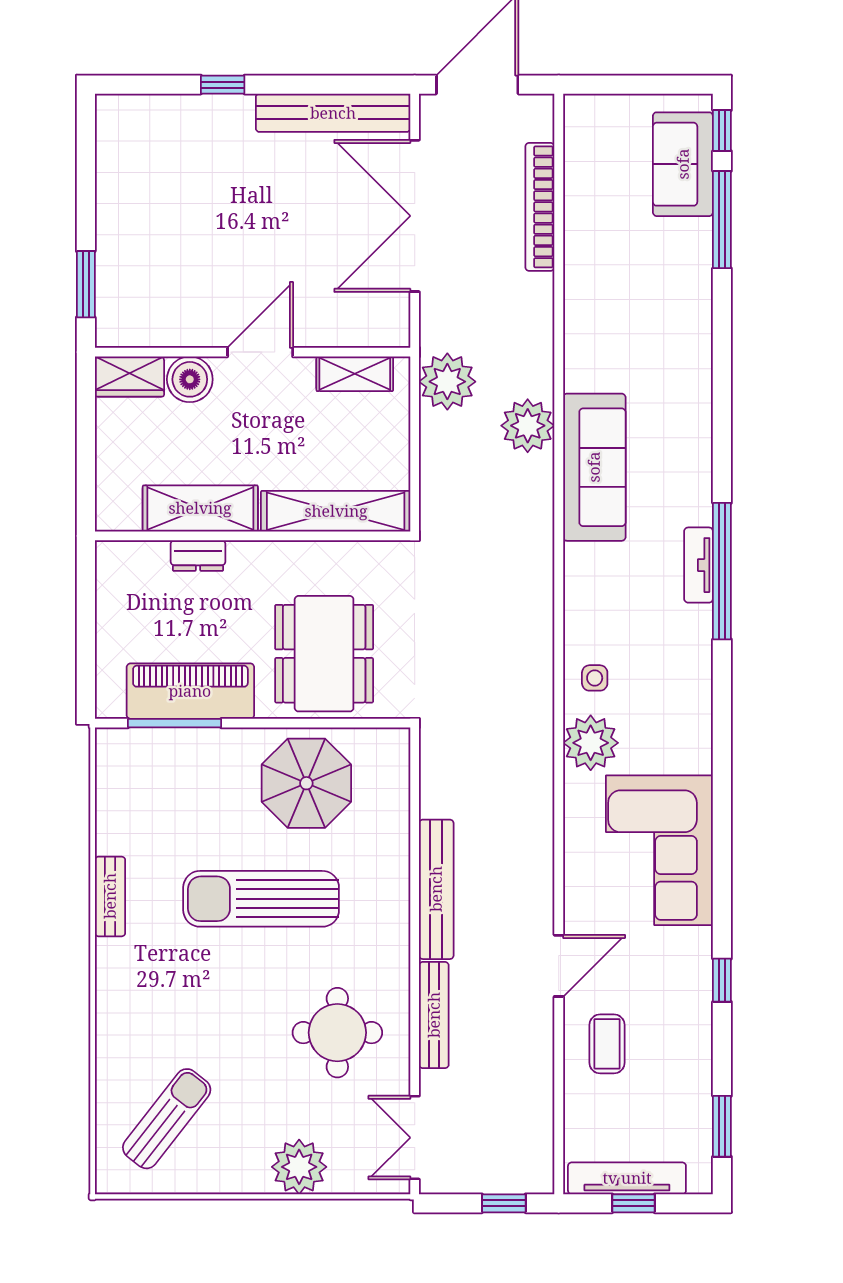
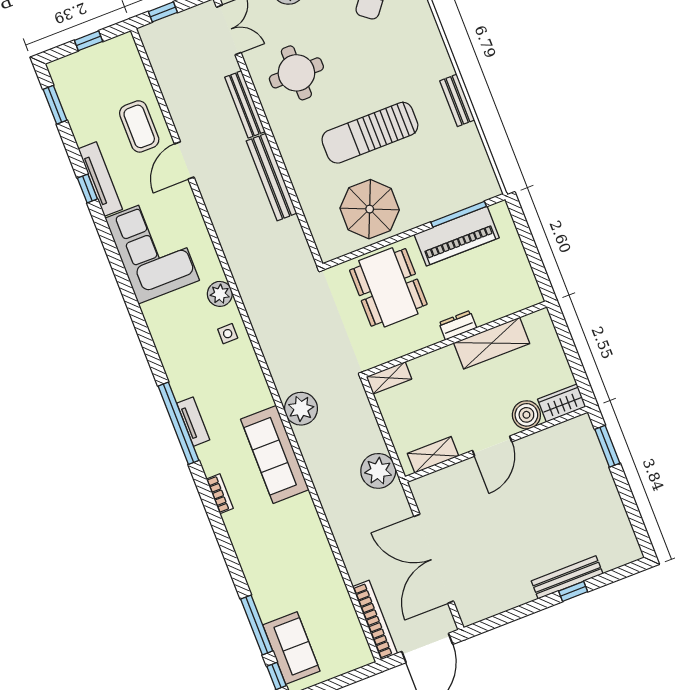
bench: (333, 113) -> (567, 577), moved, width x0.73, depth x0.82
bookcase: (540, 207) -> (375, 620), moved
double door: (415, 216) -> (434, 559), swing flipped
plant: (528, 426) -> (301, 409), moved
bookcase: (701, 440) -> (220, 494), added
shelving: (336, 511) -> (389, 378), width x0.45, depth x0.75
dresser: (198, 556) -> (458, 325), moved
plant: (591, 743) -> (220, 294), width x0.73, depth x0.73
sun lounger: (261, 899) -> (370, 133), turned 180
coffee table: (607, 1044) -> (139, 126), width x1.36, depth x1.30
tv unit: (627, 1178) -> (100, 179), moved, turned -90

